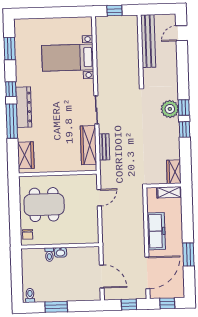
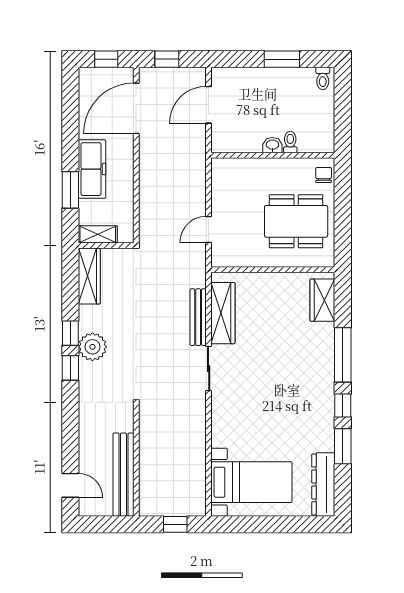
door: (181, 33) -> (70, 485), hinge flipped
window: (10, 49) -> (343, 446), moved
bed with nightstands: (68, 58) -> (251, 482), moved
dresser: (24, 107) -> (323, 484), moved
plant: (170, 109) -> (92, 347), moved
bench: (104, 147) -> (198, 317), width x1.36
wardrobe: (174, 172) -> (89, 276), width x1.50
freezer: (156, 231) -> (92, 169), moved, turned 180
window: (188, 254) -> (70, 190), moved
door: (102, 276) -> (209, 105), hinge flipped

